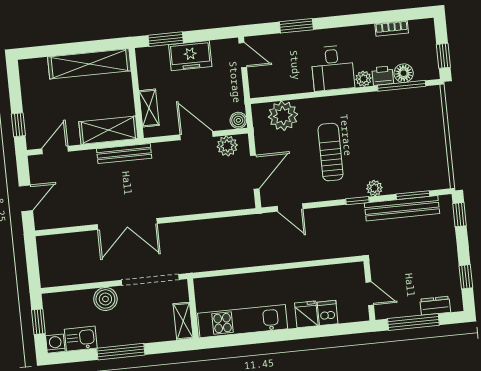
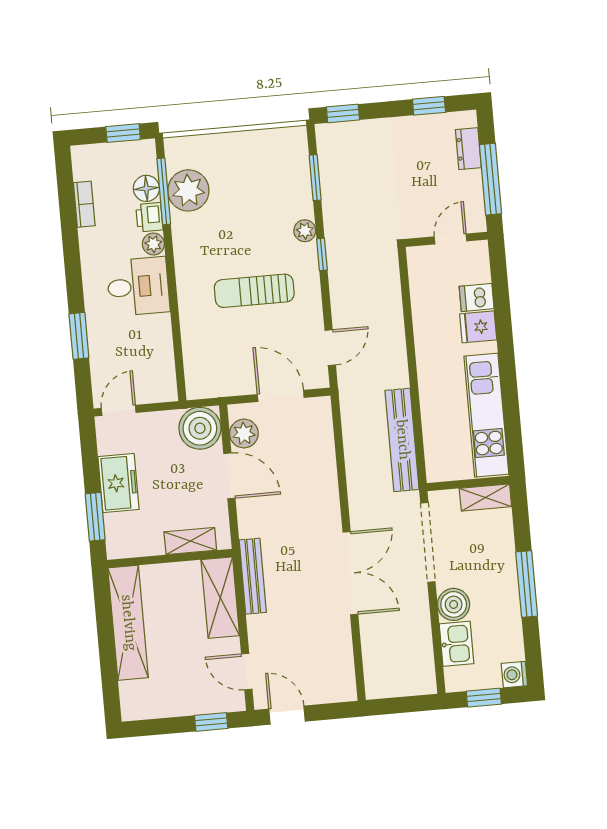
plant: (283, 116) -> (188, 190), moved
boiler: (238, 120) -> (200, 428), width x1.86, depth x1.86
door: (196, 136) -> (229, 476), swing flipped
door: (26, 198) -> (287, 715), moved
bench: (402, 208) -> (402, 440), moved
kitchen sink: (81, 339) -> (457, 644), moved, turned 180

